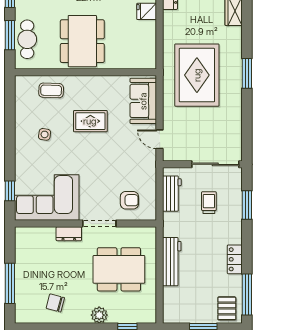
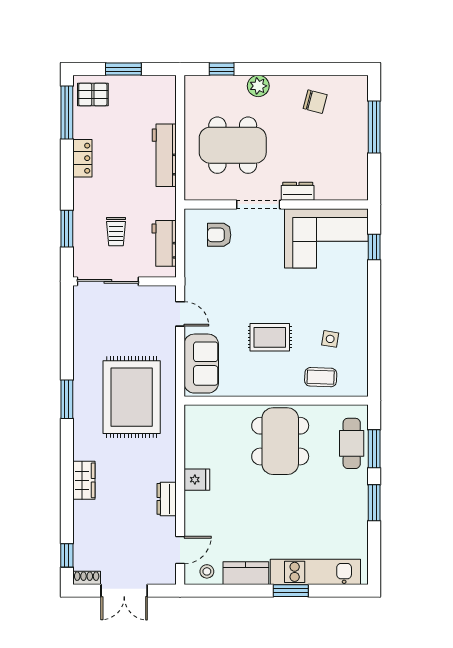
side table: (45, 134) -> (330, 339), moved
pallet: (227, 308) -> (93, 94), turned 90

